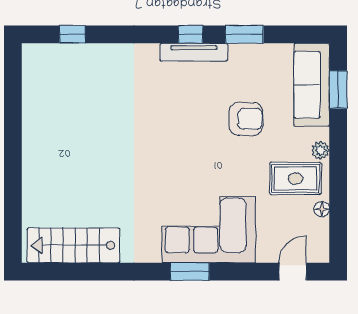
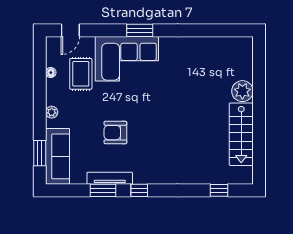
tv unit: (194, 52) -> (110, 178), moved
armchair: (246, 119) -> (115, 133), moved
rug: (296, 178) -> (81, 74), moved, turned 90
plant: (37, 182) -> (242, 91), added
stairs: (73, 245) -> (241, 134), moved, turned 90

